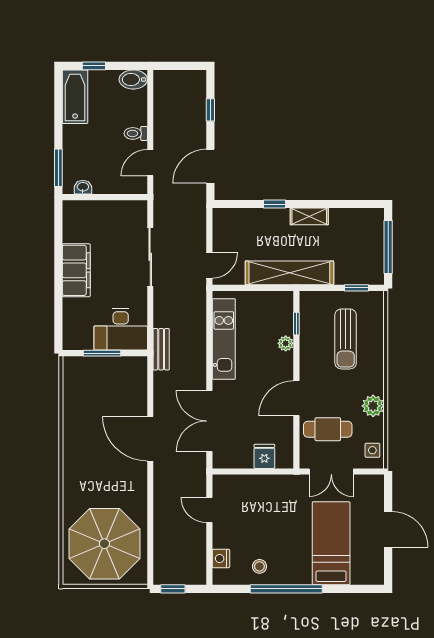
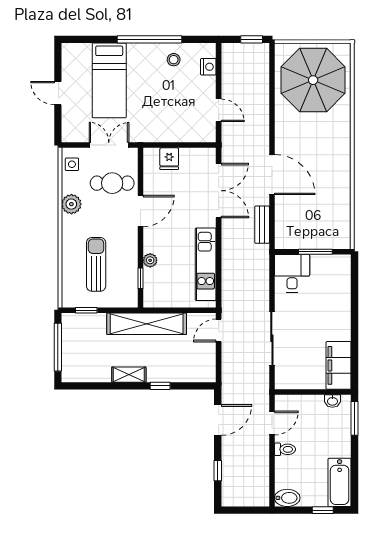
filing cabinet: (76, 270) -> (339, 365), moved
desk: (121, 329) -> (292, 273), width x0.73
bench: (161, 349) -> (262, 225), moved
door: (388, 529) -> (58, 93), width x0.73

